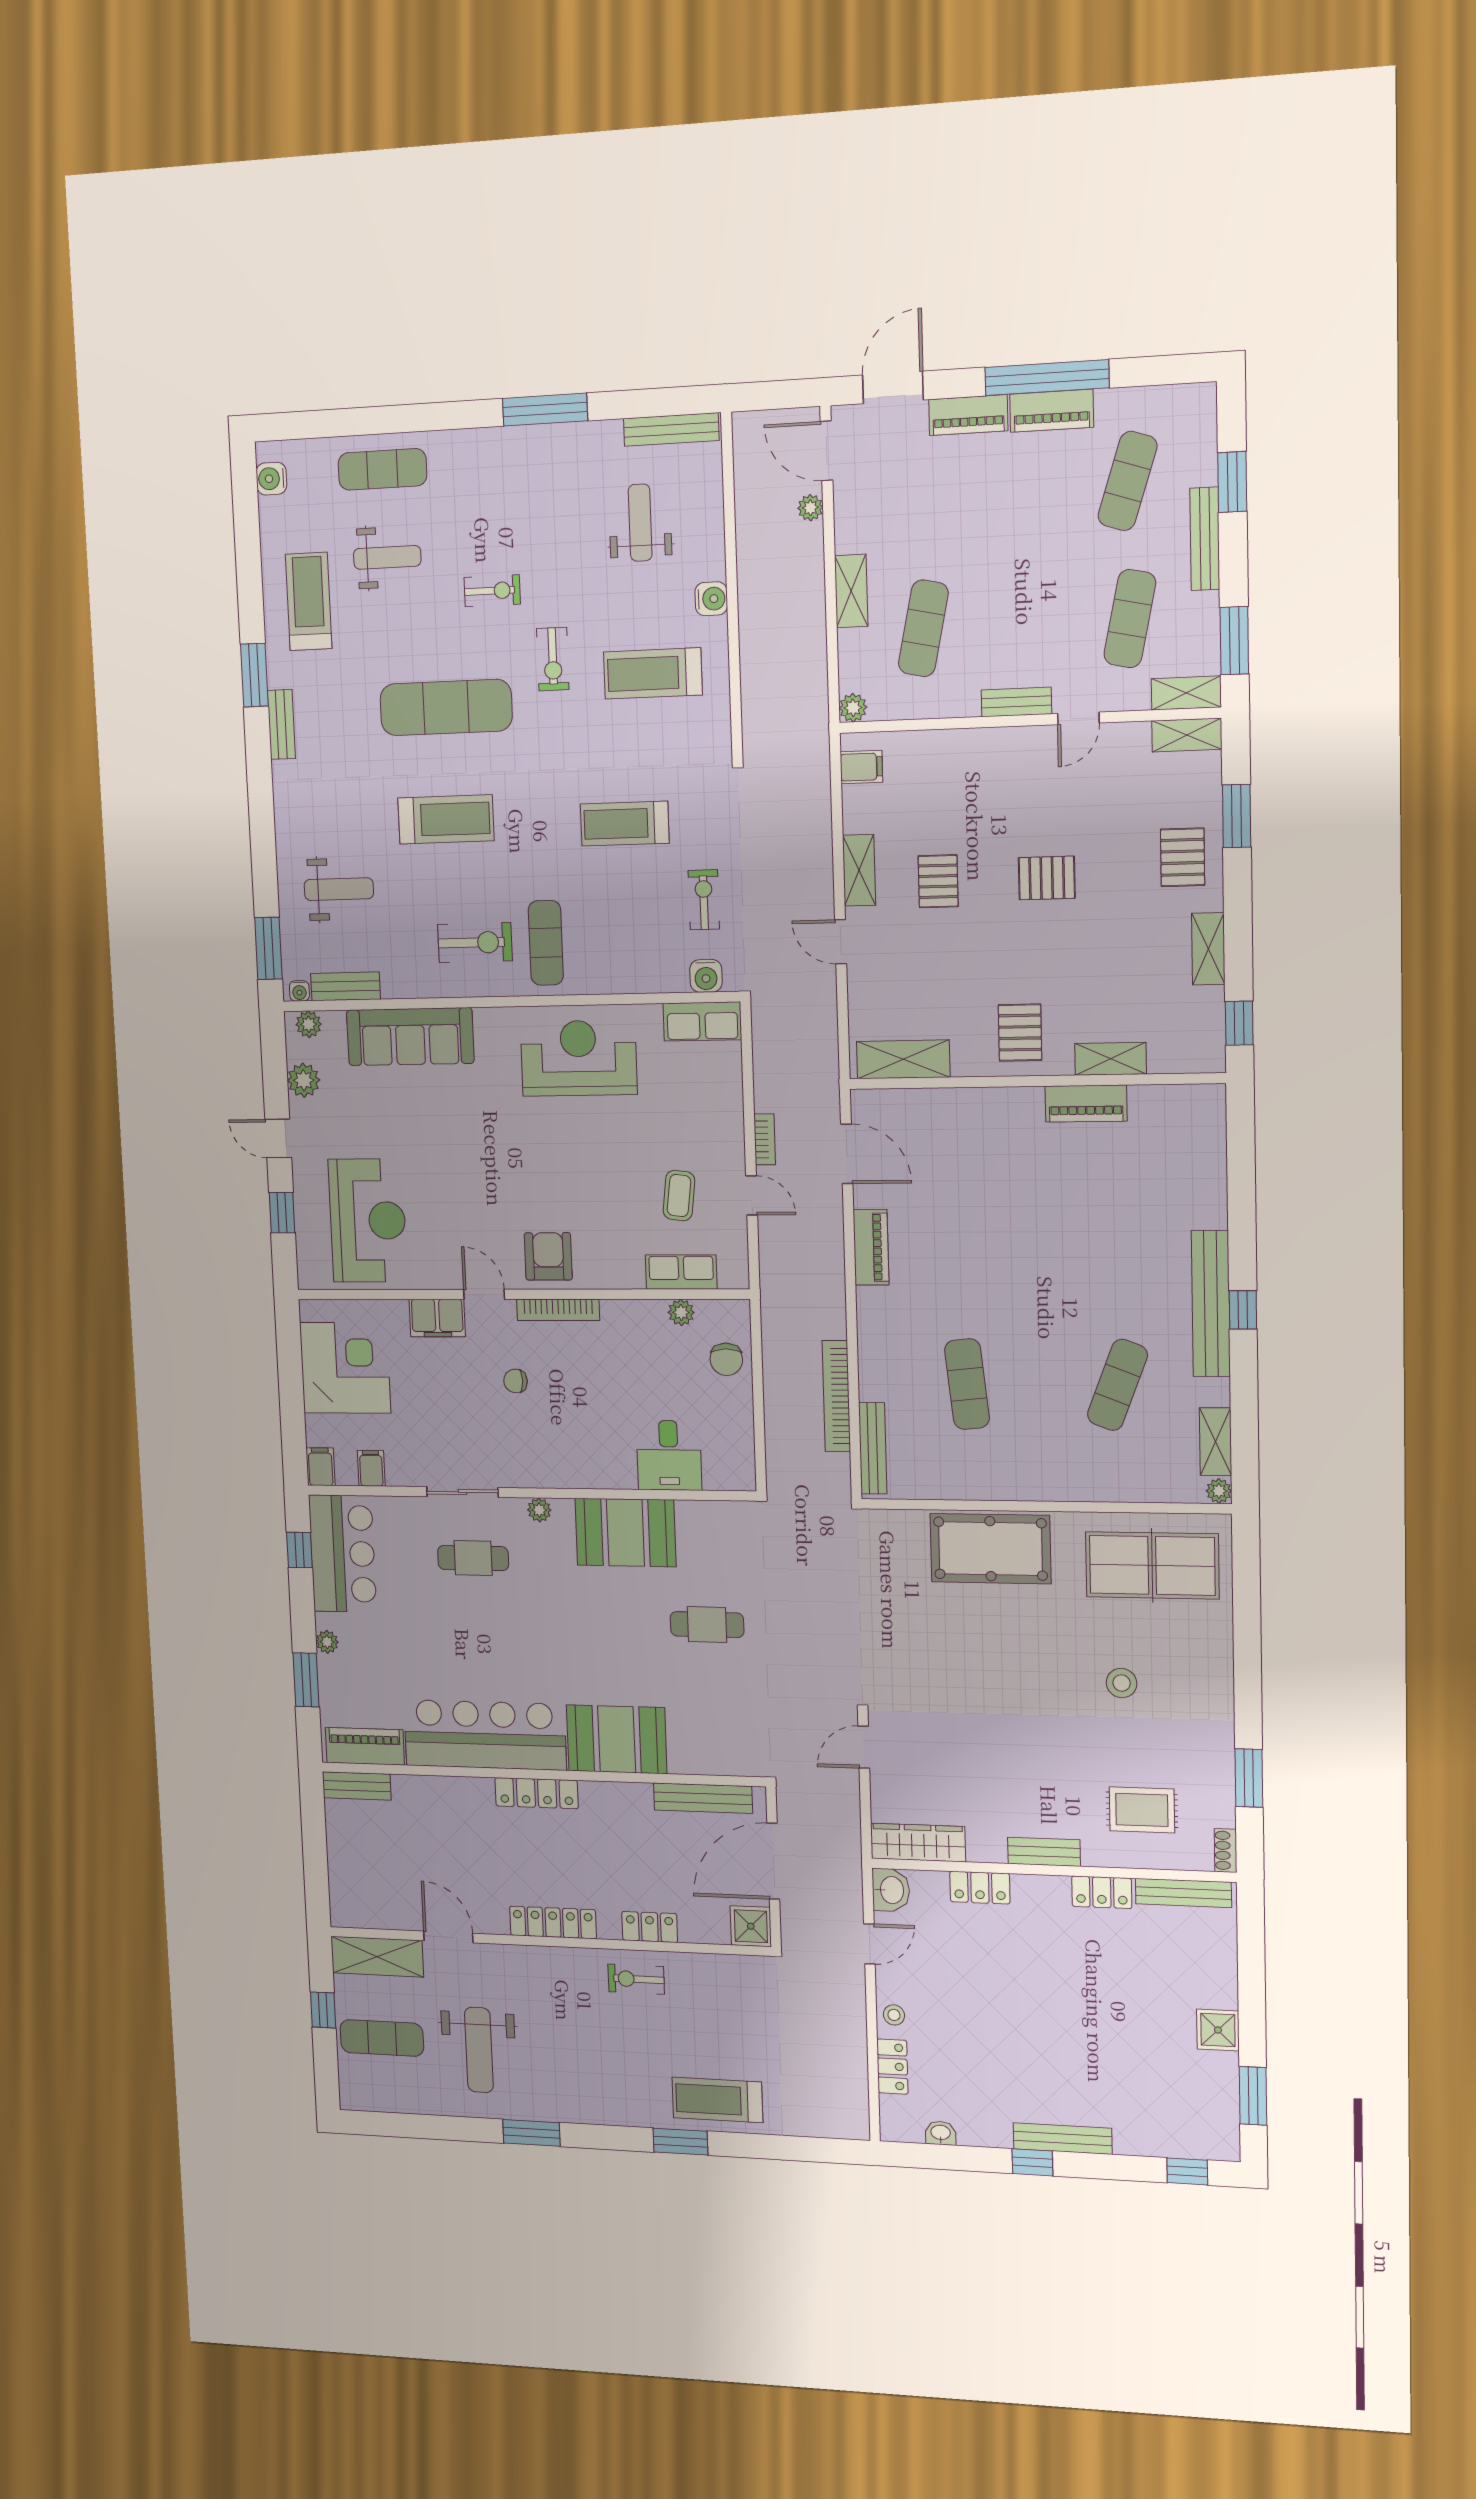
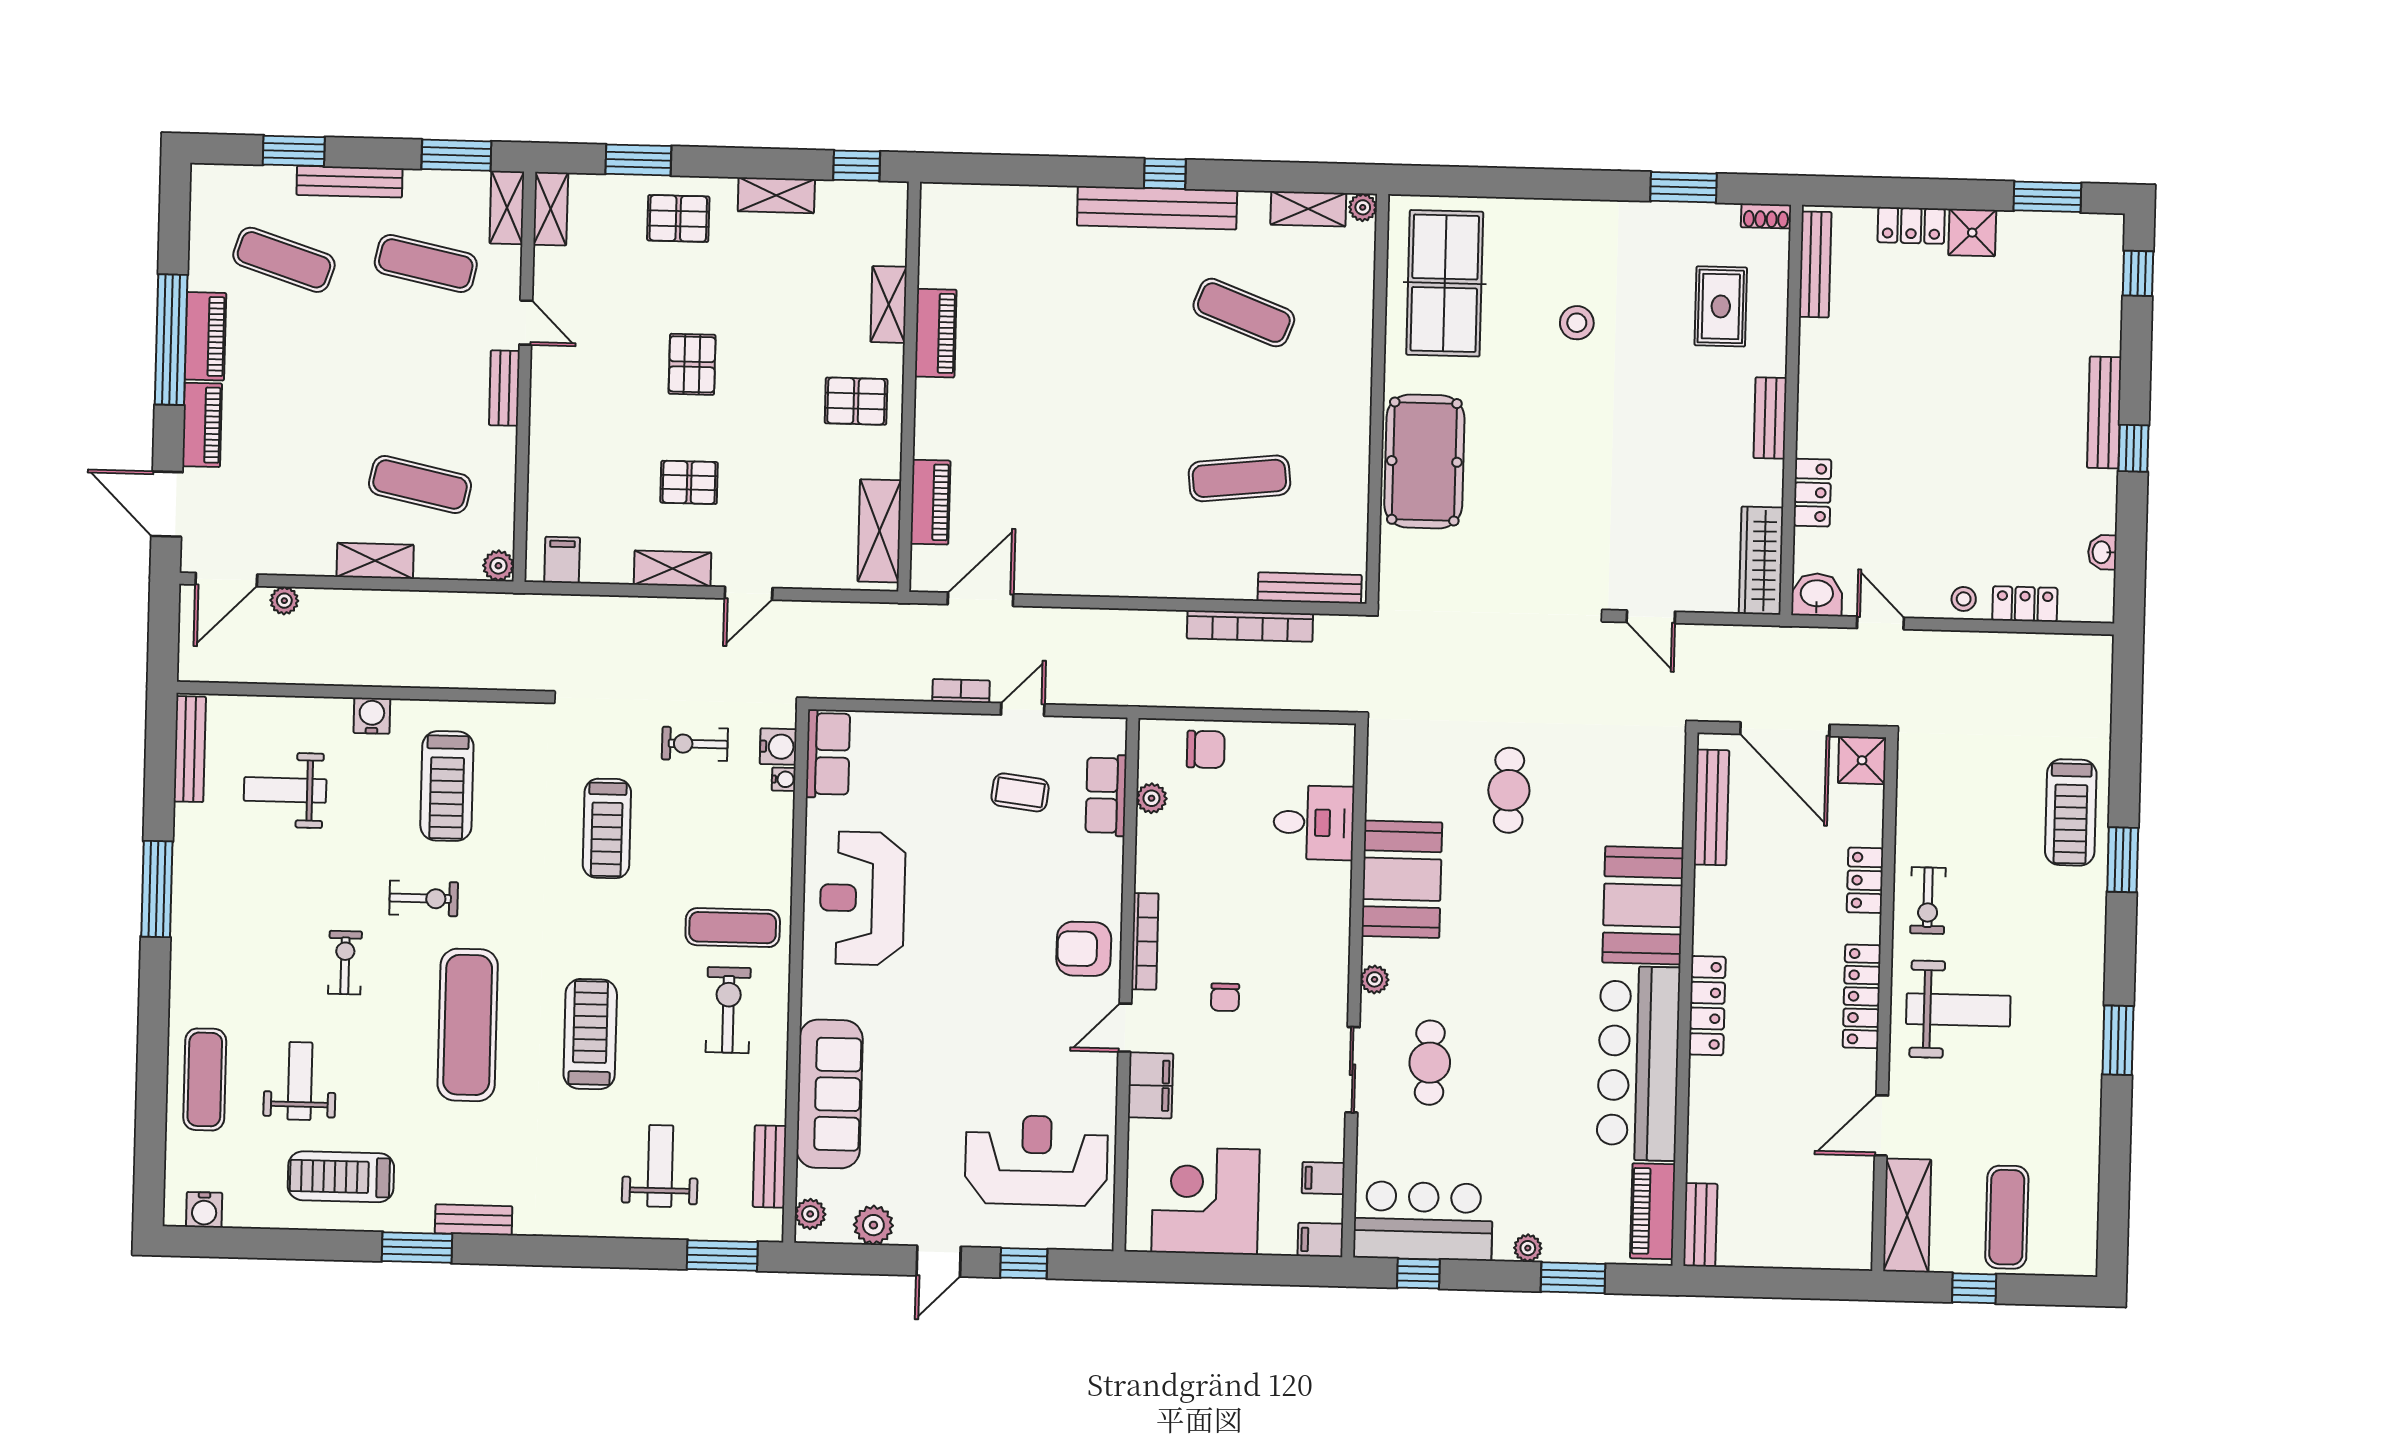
water cooler: (299, 991) -> (784, 779), moved
piano: (871, 1247) -> (930, 502), moved, turned 90
locker: (1102, 1892) -> (1911, 225), moved, turned 90
weight bench: (479, 2050) -> (1958, 1010), moved

